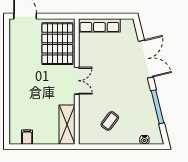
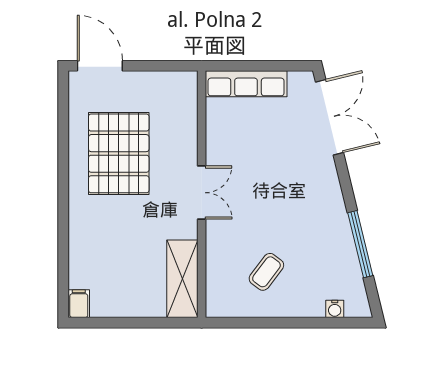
pallet: (57, 44) -> (119, 153), moved
double door: (146, 59) -> (329, 117), moved
filing cabinet: (27, 137) -> (79, 304), moved

